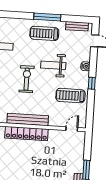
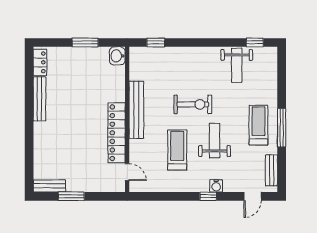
window: (92, 83) -> (208, 196), moved
treadmill: (71, 96) -> (177, 150), moved
locker: (26, 134) -> (117, 133), moved

